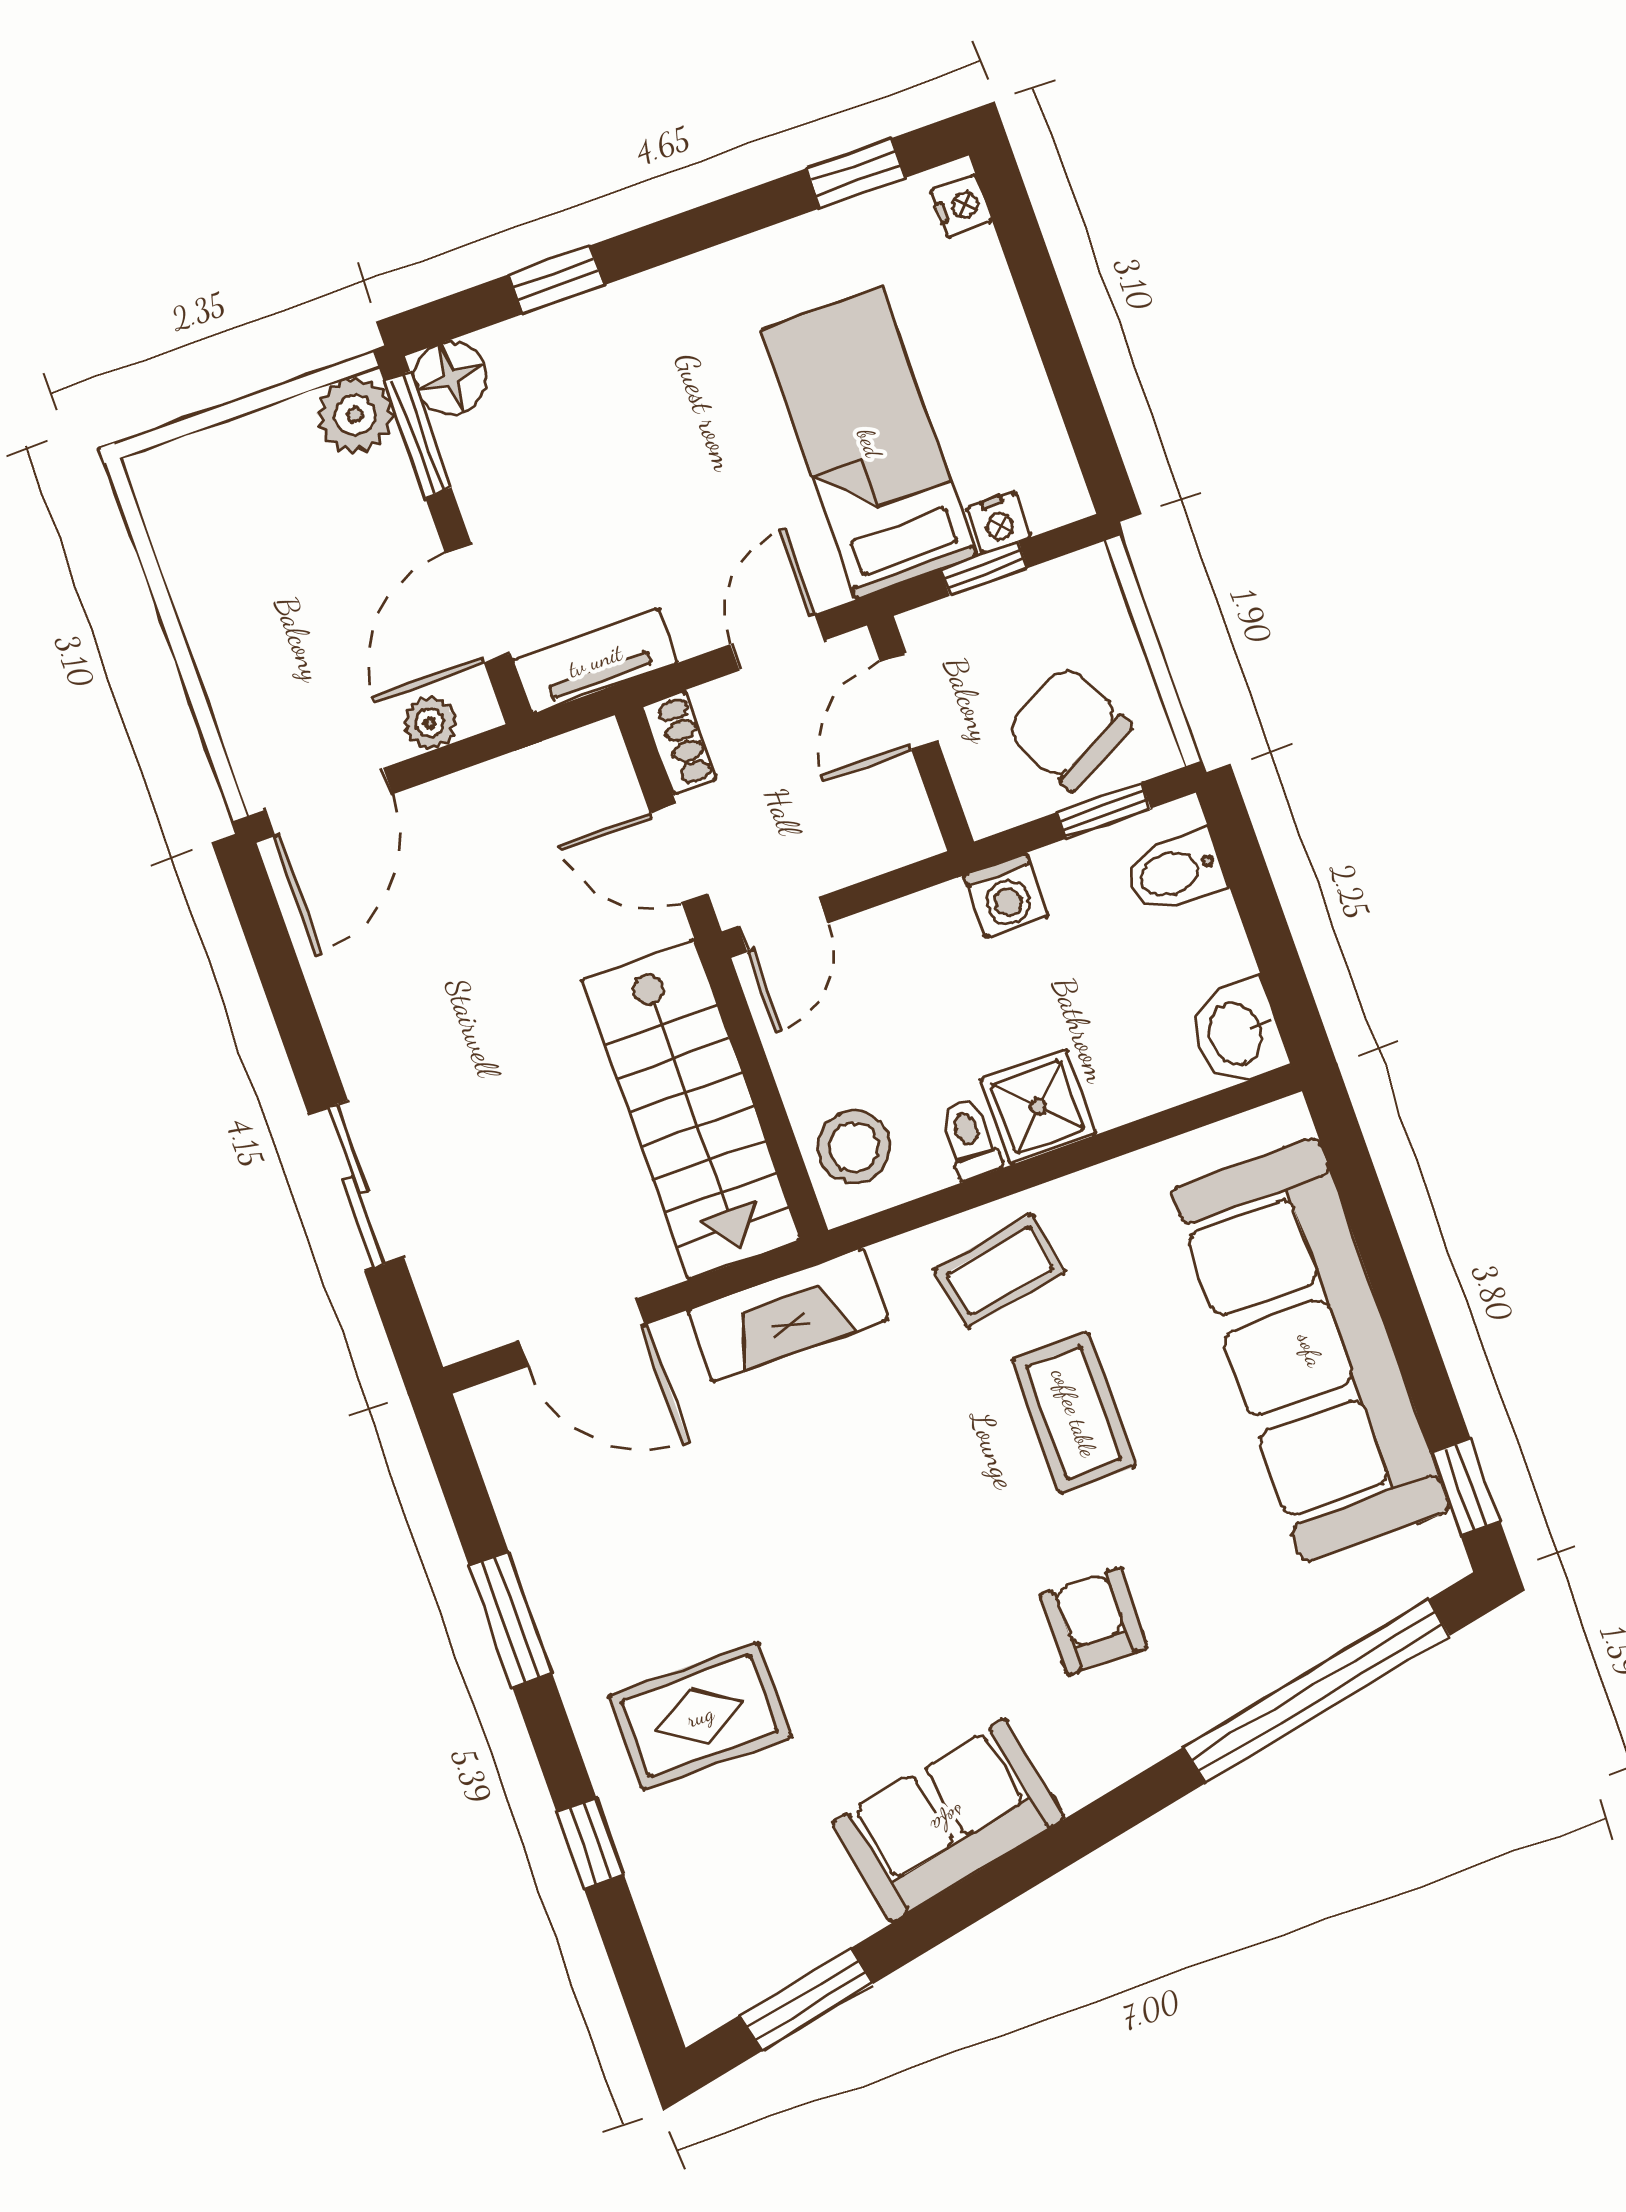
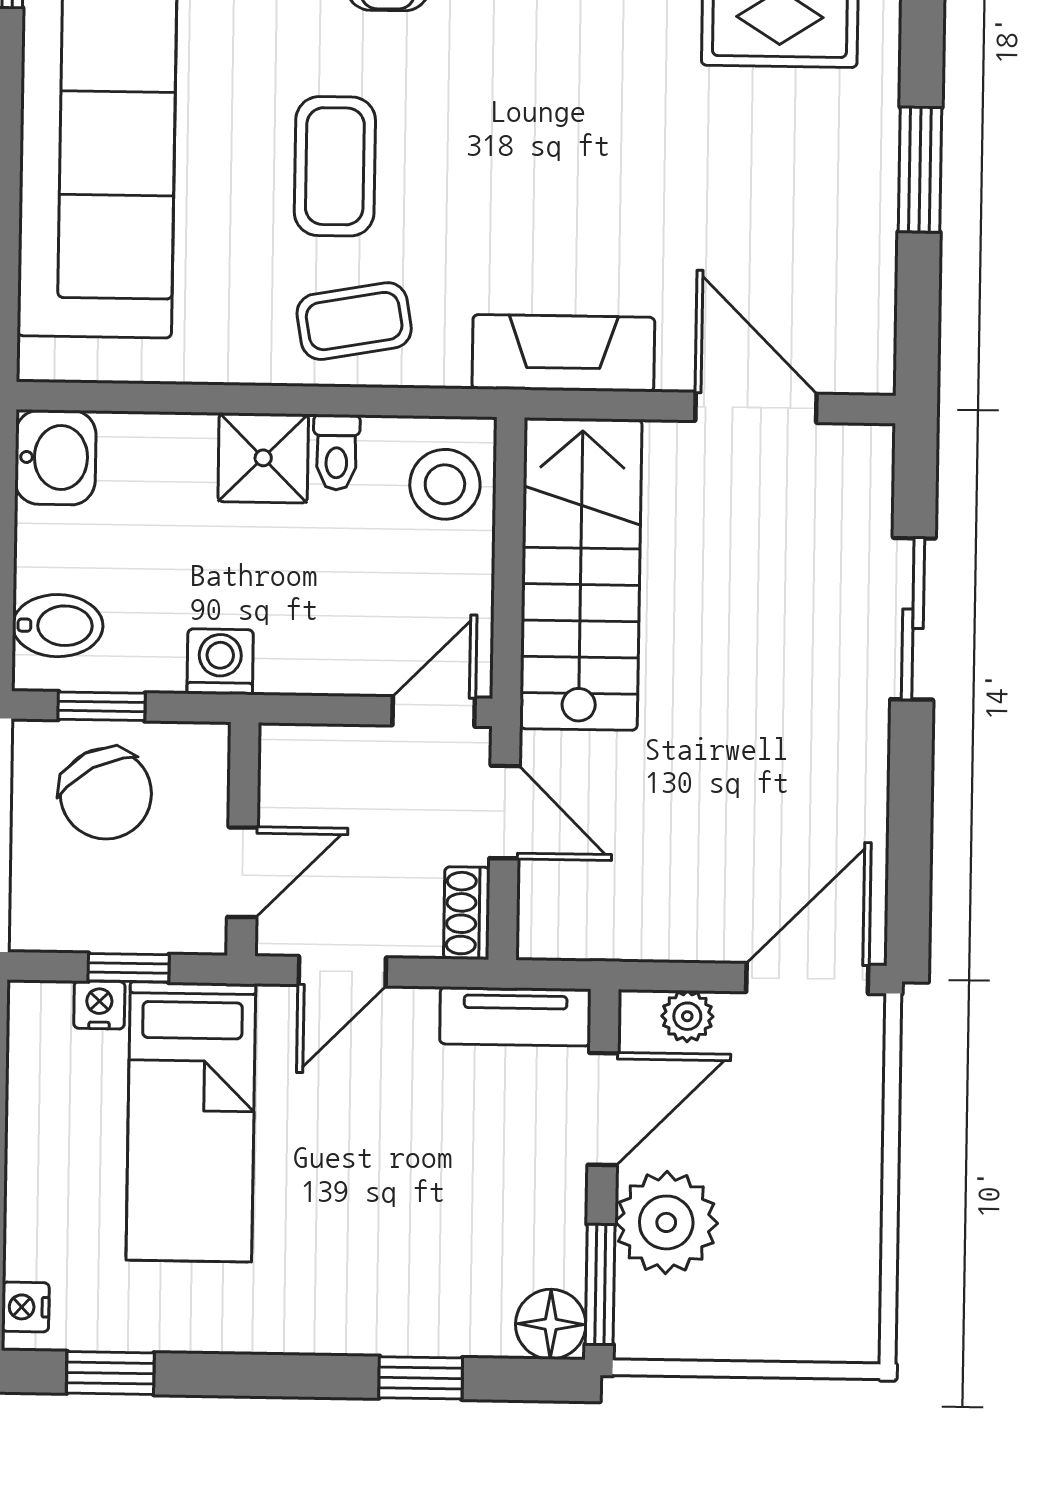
plant: (355, 415) -> (666, 1222), moved, width x1.36, depth x1.36

